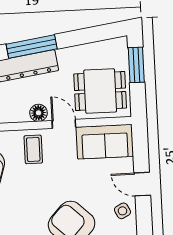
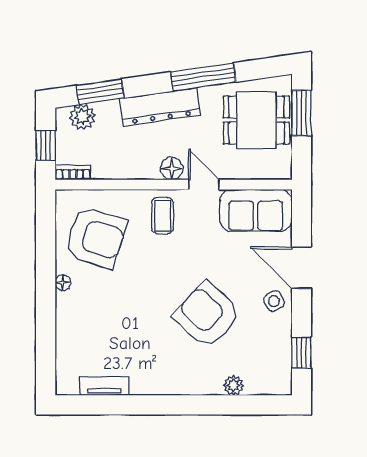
window: (32, 47) -> (203, 77), moved
dining table: (100, 91) -> (256, 120), moved
door: (142, 184) -> (301, 268), width x1.38

